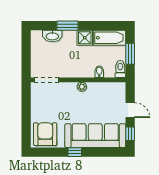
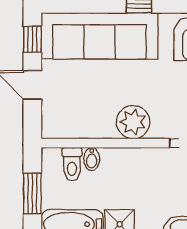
toilet: (120, 69) -> (72, 164), moved
plant: (82, 87) -> (133, 122), width x1.87, depth x1.87

